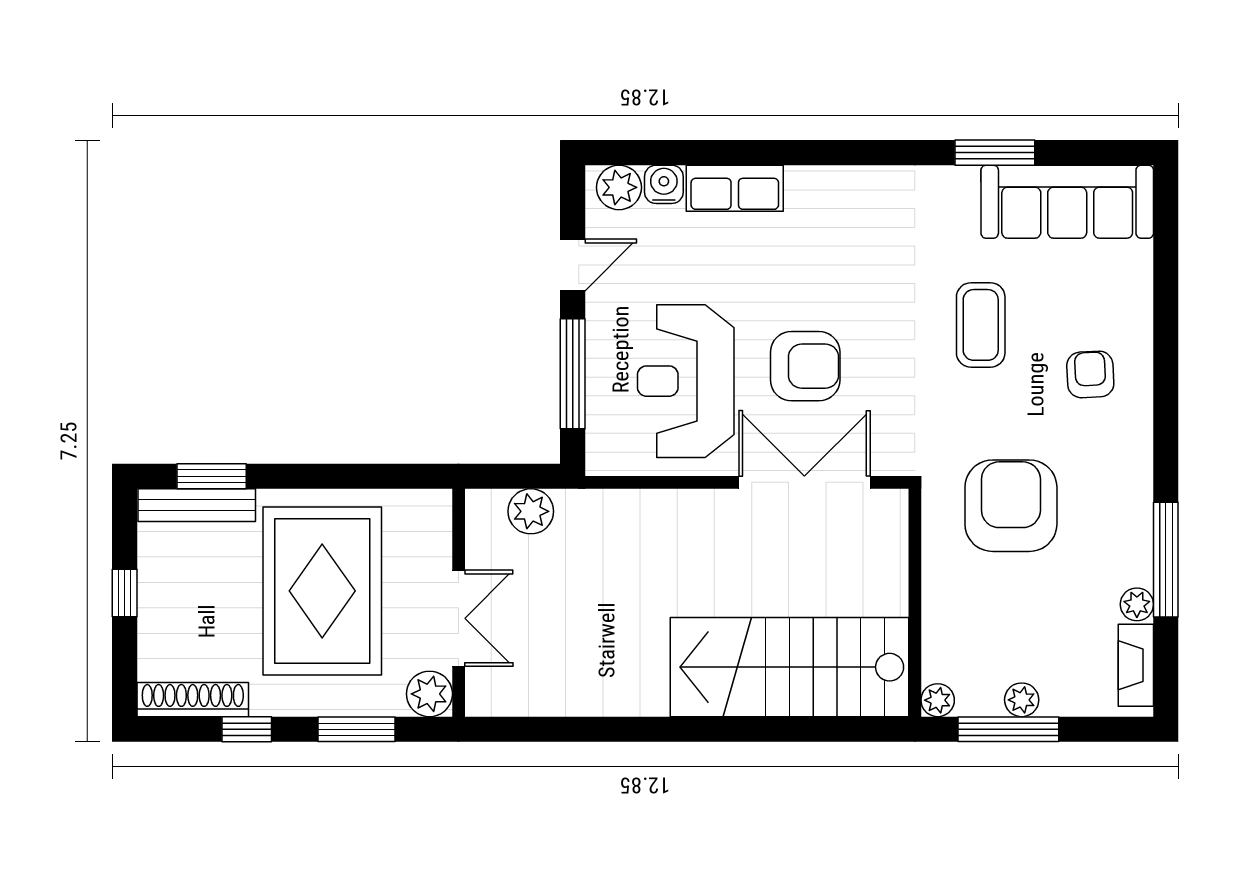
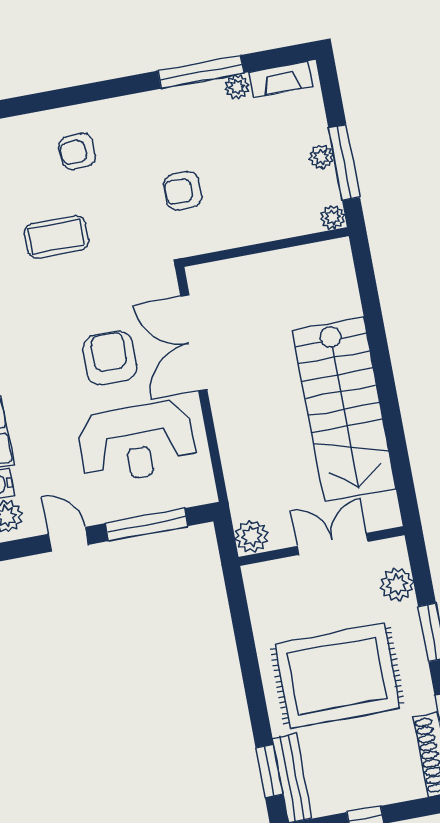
armchair: (1011, 506) -> (183, 191), width x0.53, depth x0.53
wall: (459, 603) -> (322, 546), moved
double door: (459, 618) -> (333, 544), moved
stairs: (789, 667) -> (344, 409), moved

